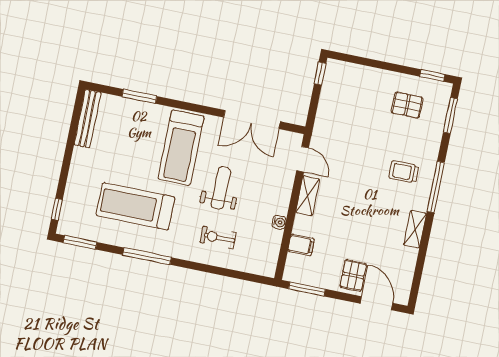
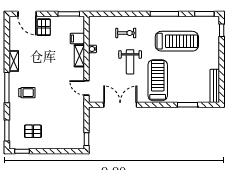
shelving: (308, 196) -> (79, 56), moved

